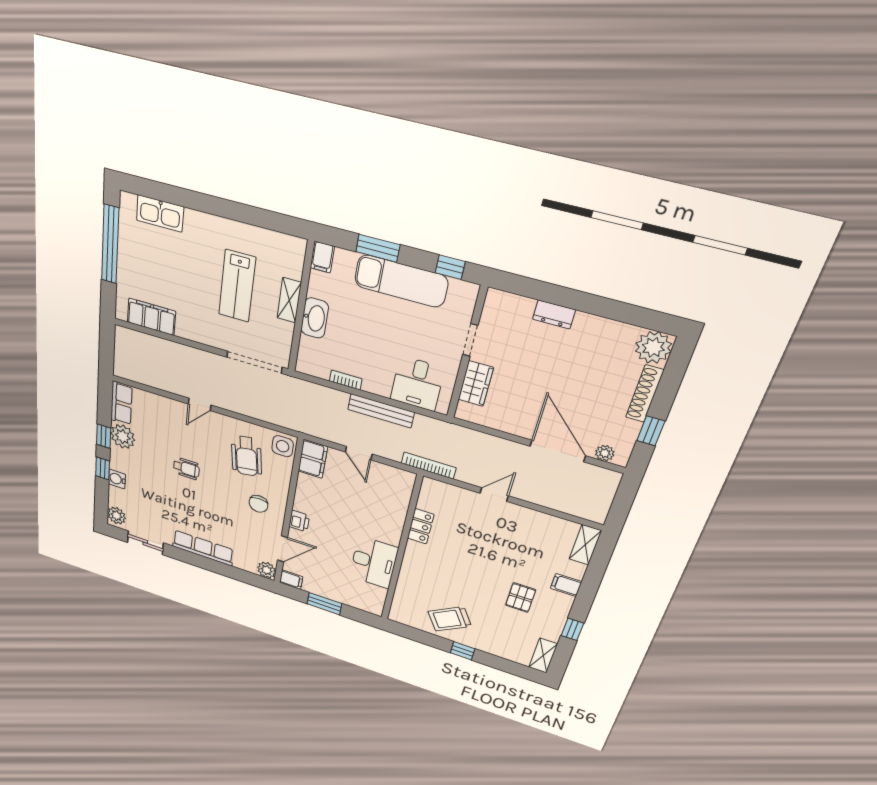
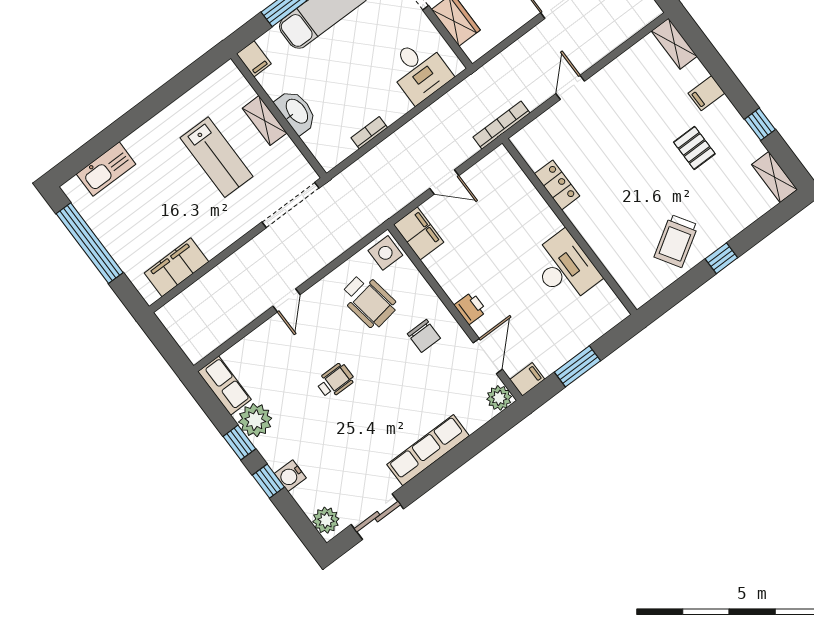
bench: (381, 411) -> (420, 125), removed

